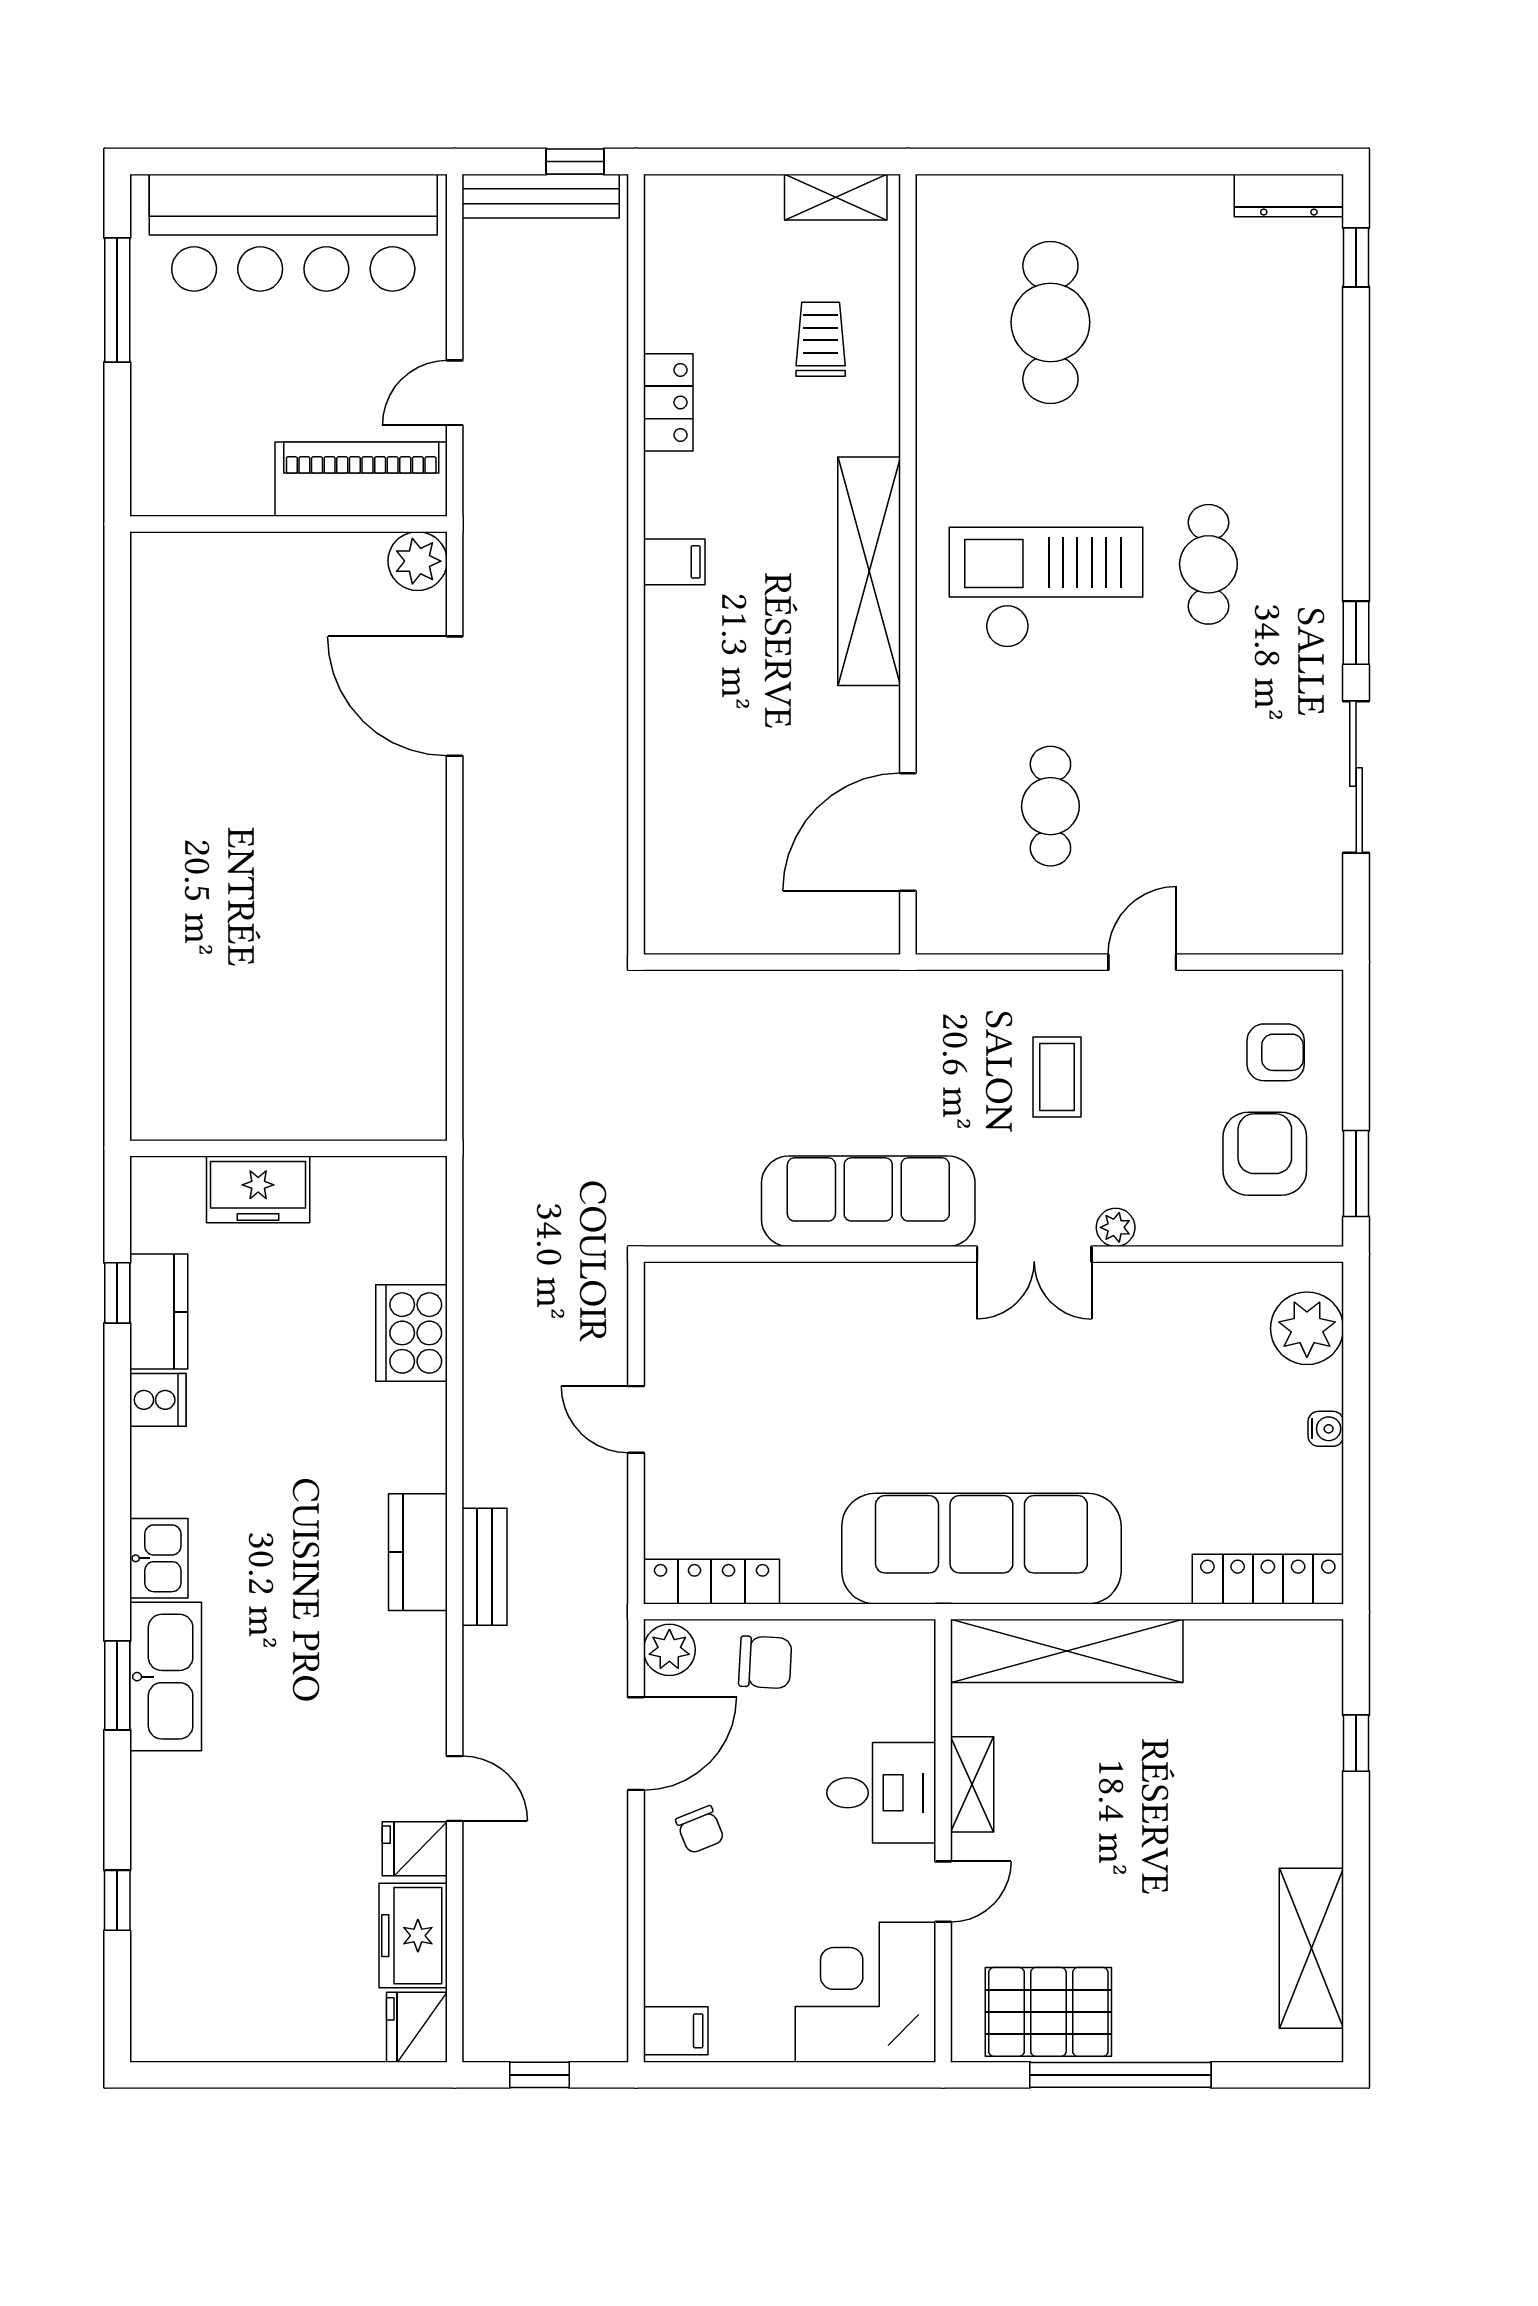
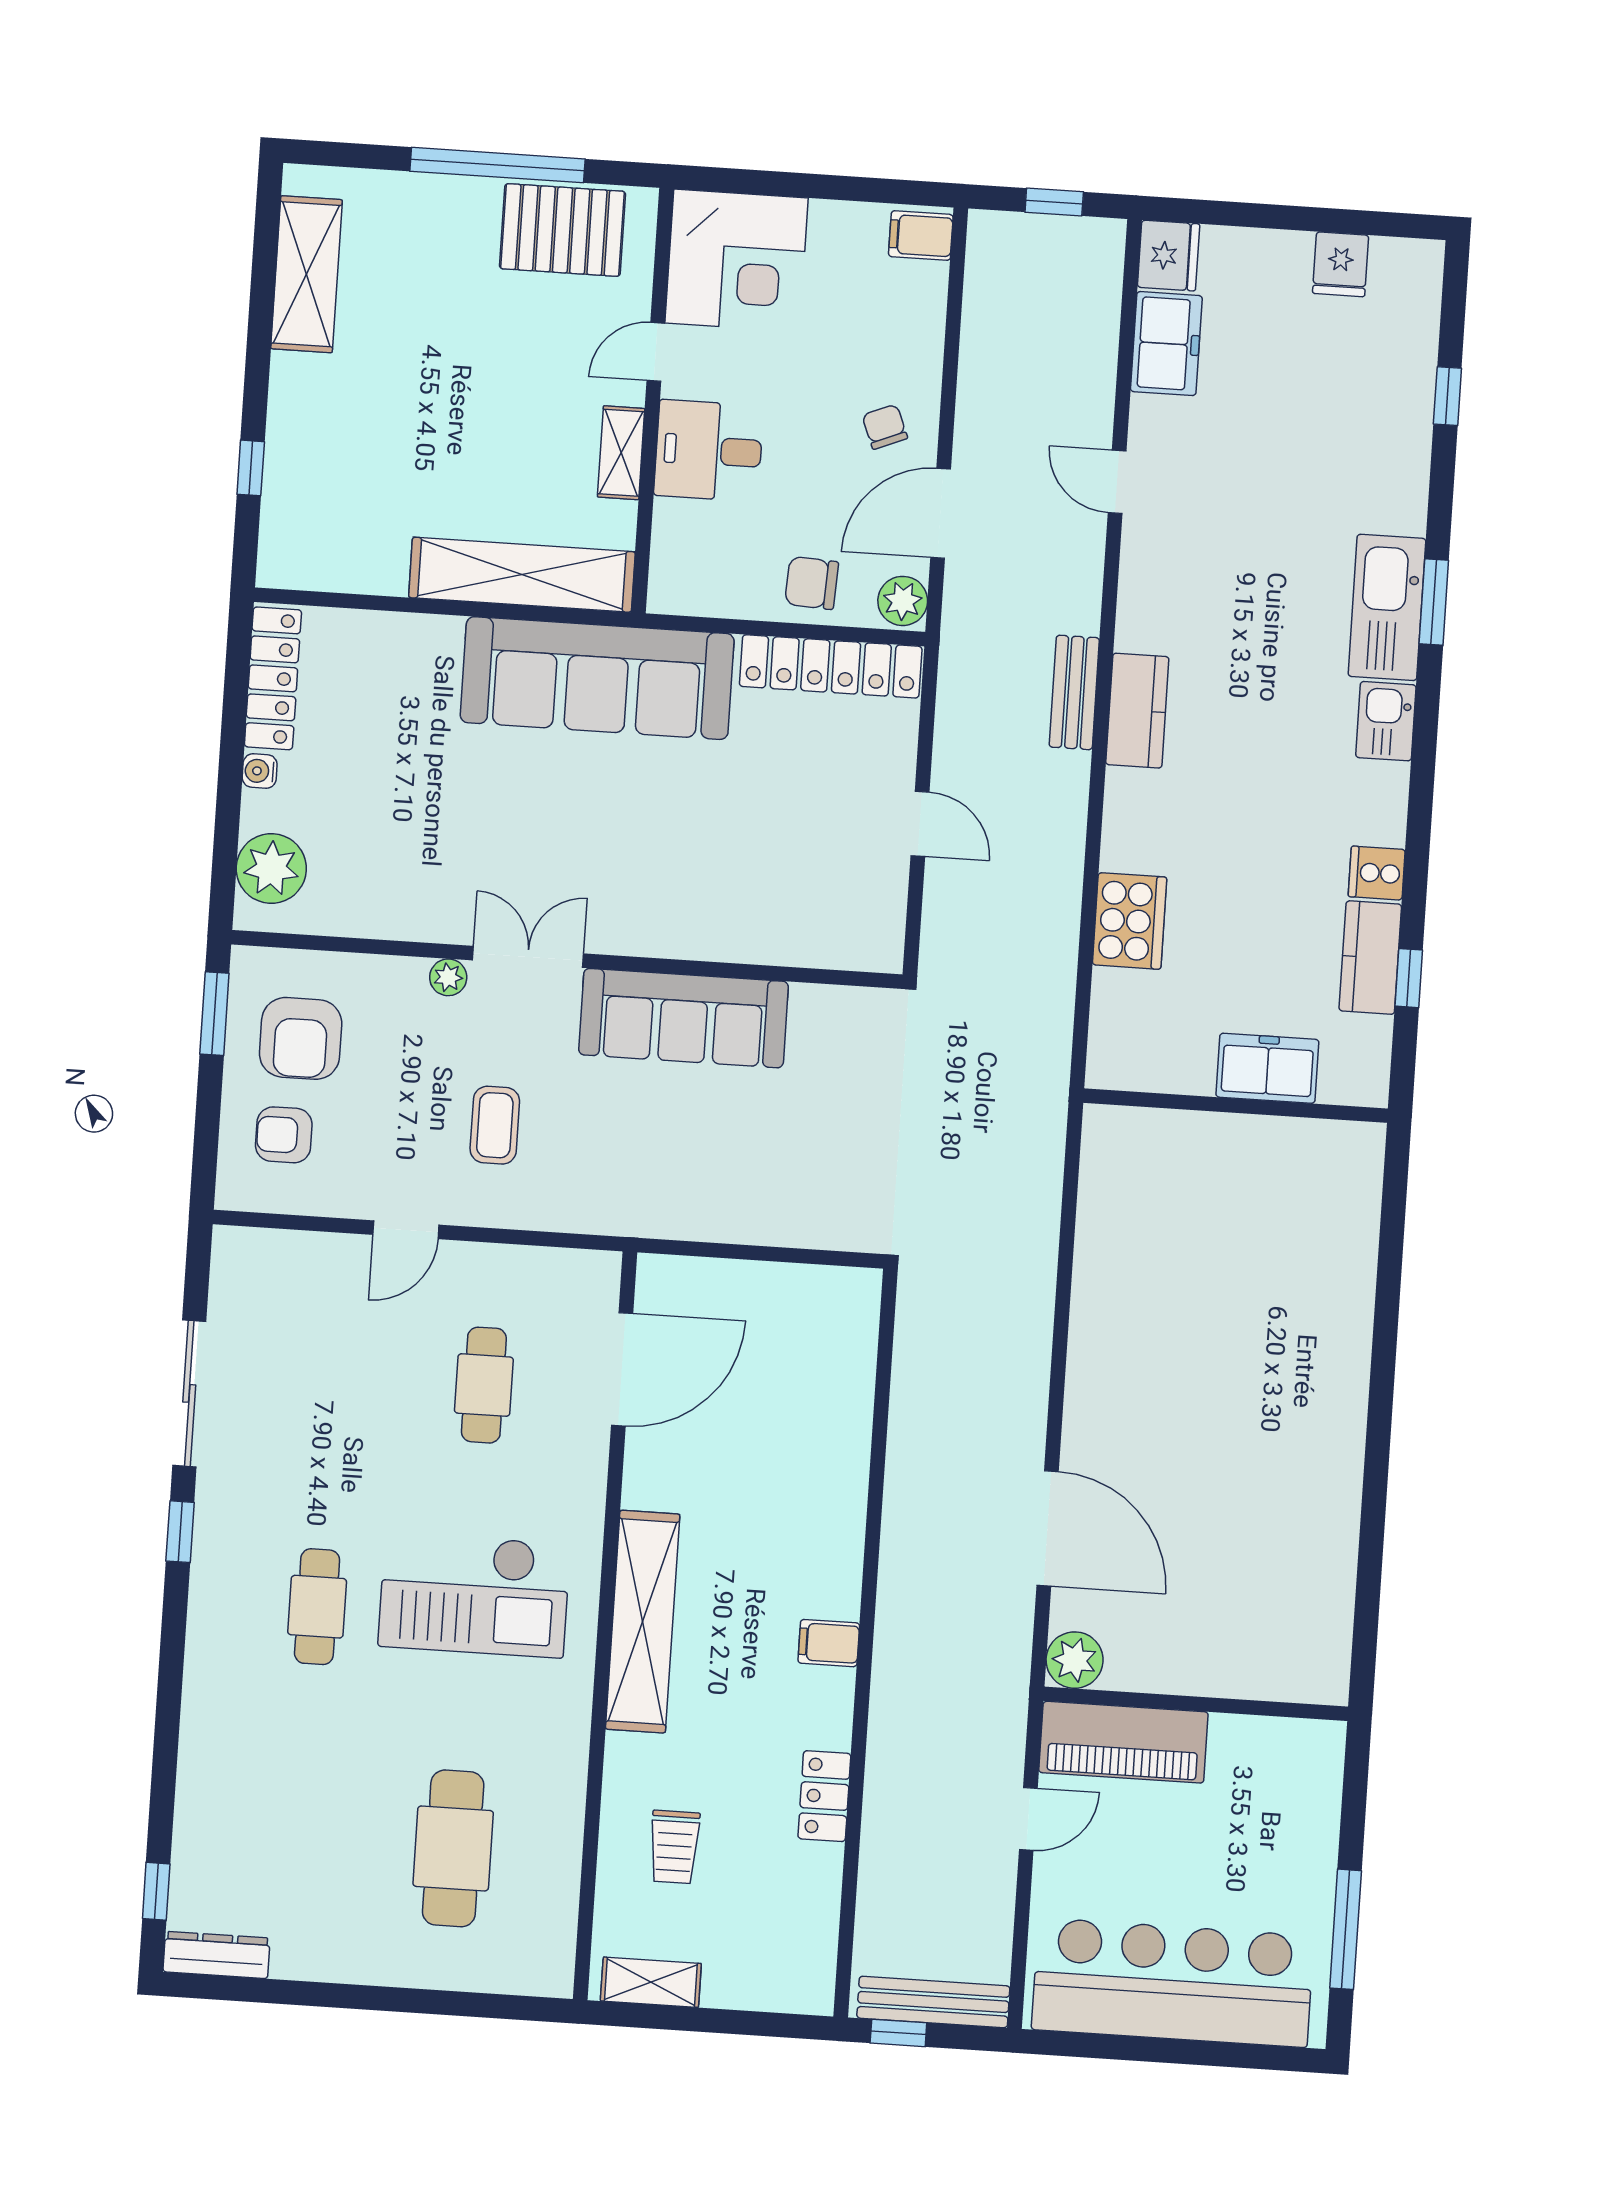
locker: (1268, 1579) -> (273, 678), moved, turned -90
locker: (711, 1582) -> (831, 666), width x1.41, depth x1.21
fridge: (415, 1849) -> (1341, 264), moved, turned 90

